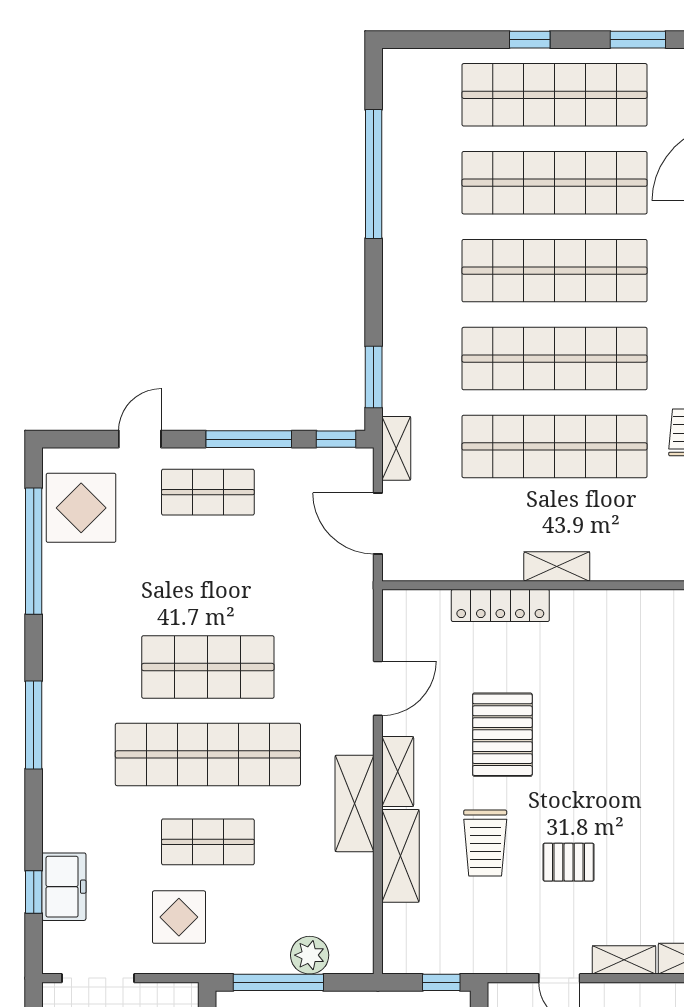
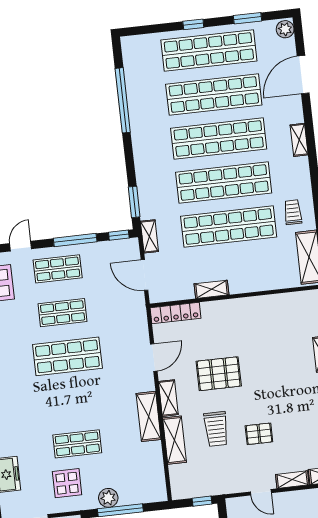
shelving: (557, 567) -> (212, 289), moved
locker: (500, 605) -> (176, 313), moved
pallet: (502, 735) -> (219, 374), turned 90
shop shelf: (208, 754) -> (63, 313), moved, width x0.50, depth x0.74
plant: (310, 955) -> (108, 498), moved

